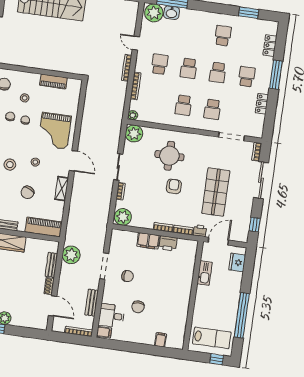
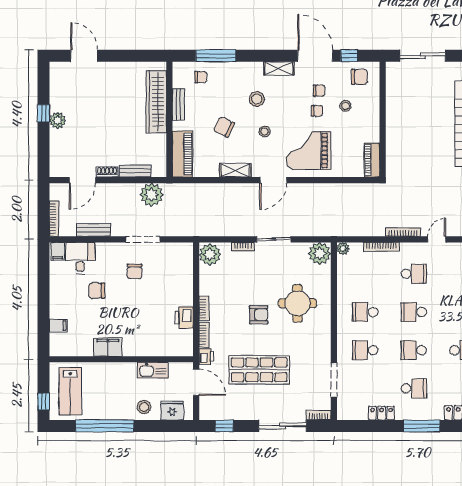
piano: (53, 81) -> (372, 160), moved
filing cabinet: (148, 241) -> (108, 347), moved, turned 90
stool: (232, 284) -> (144, 407), added

